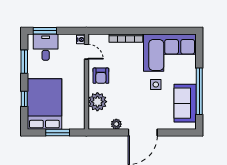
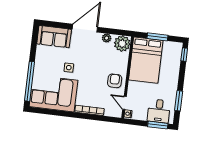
window: (199, 91) -> (29, 81), moved
window: (24, 99) -> (184, 55), moved
plant: (97, 102) -> (122, 44), moved
sofa: (185, 103) -> (54, 37), moved, turned 90
bed: (44, 104) -> (146, 60), moved

